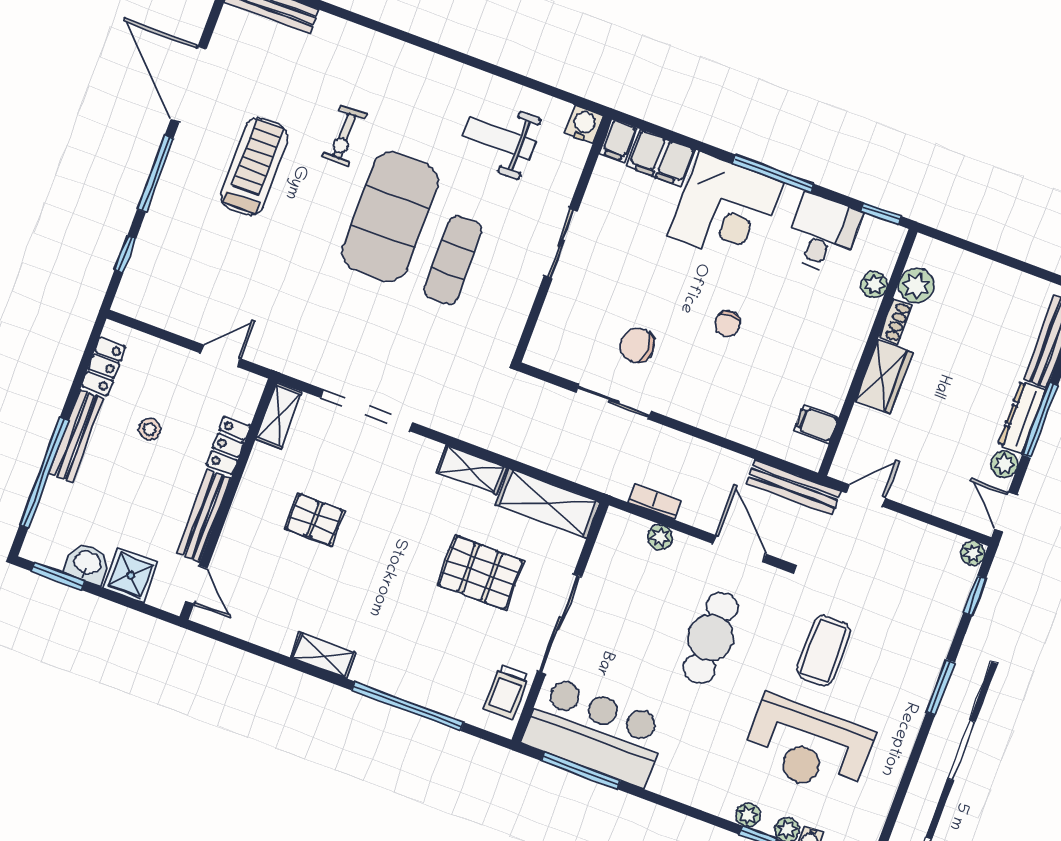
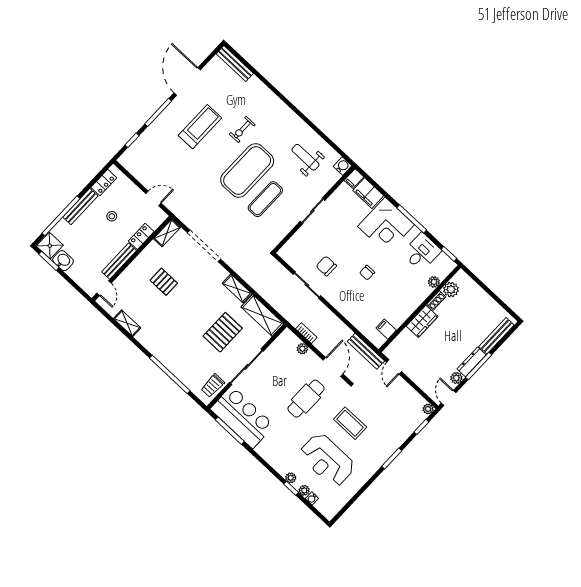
door: (866, 495) -> (394, 367), swing flipped
pallet: (480, 573) -> (223, 332), turned 90
shower: (131, 575) -> (50, 246), moved
coffee table: (824, 650) -> (350, 423), turned 90
shelving: (323, 656) -> (127, 323), moved

